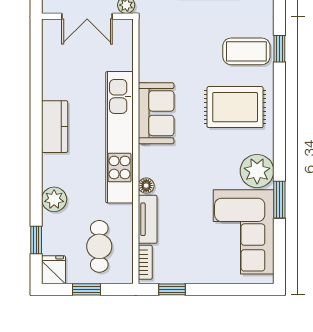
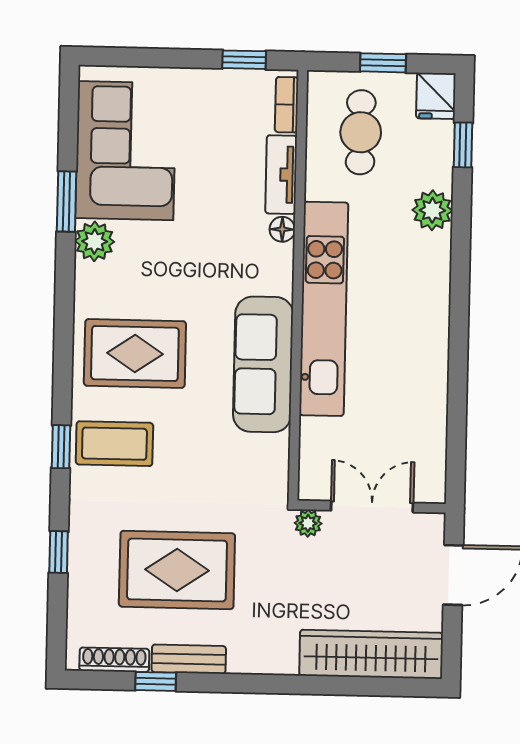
sofa: (156, 113) -> (263, 364), width x1.36
kitchen counter: (55, 127) -> (429, 329), removed
plant: (257, 171) -> (95, 241), width x0.73, depth x0.73

